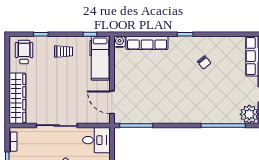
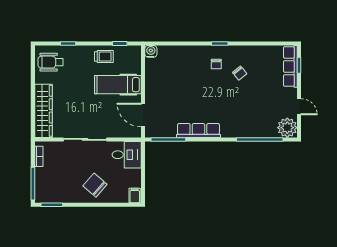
row of seats: (147, 43) -> (198, 130), moved, turned 180
trolley: (63, 51) -> (104, 56), moved
wheelchair: (24, 52) -> (51, 62), turned -90
chair: (182, 54) -> (216, 64), added
hospital bed: (100, 58) -> (118, 85), moved, turned 90

